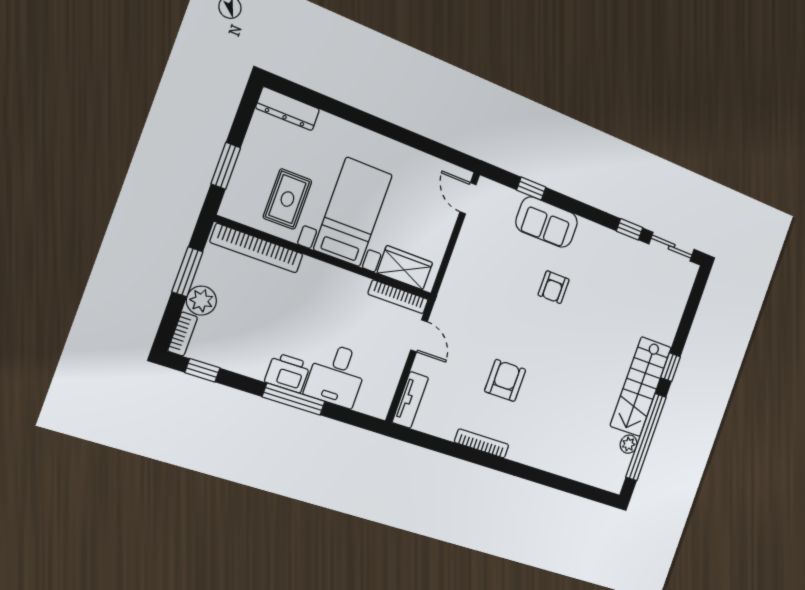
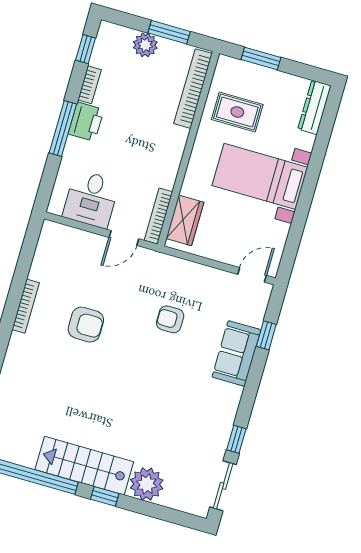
bed with nightstands: (353, 212) -> (260, 176), moved, turned 180
armchair: (554, 287) -> (170, 319), moved
bookcase: (183, 334) -> (90, 85), moved, turned -90
desk: (337, 375) -> (91, 199), moved, turned -90
tv unit: (410, 400) -> (65, 234), removed
plant: (629, 444) -> (147, 484), moved, width x1.88, depth x1.88

